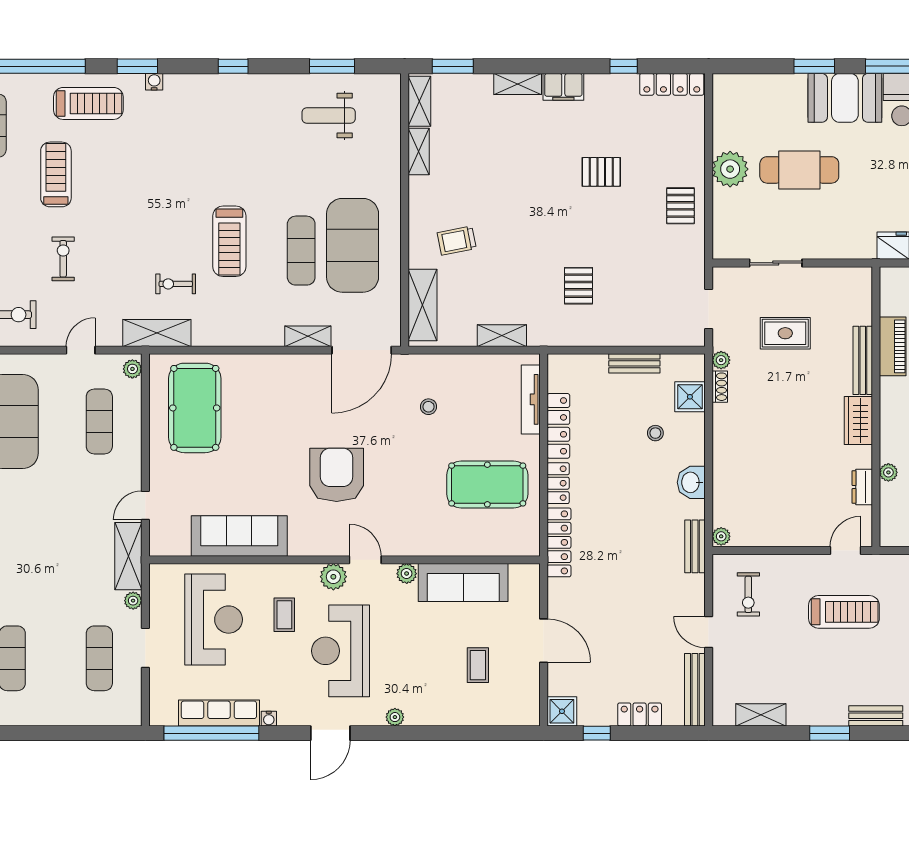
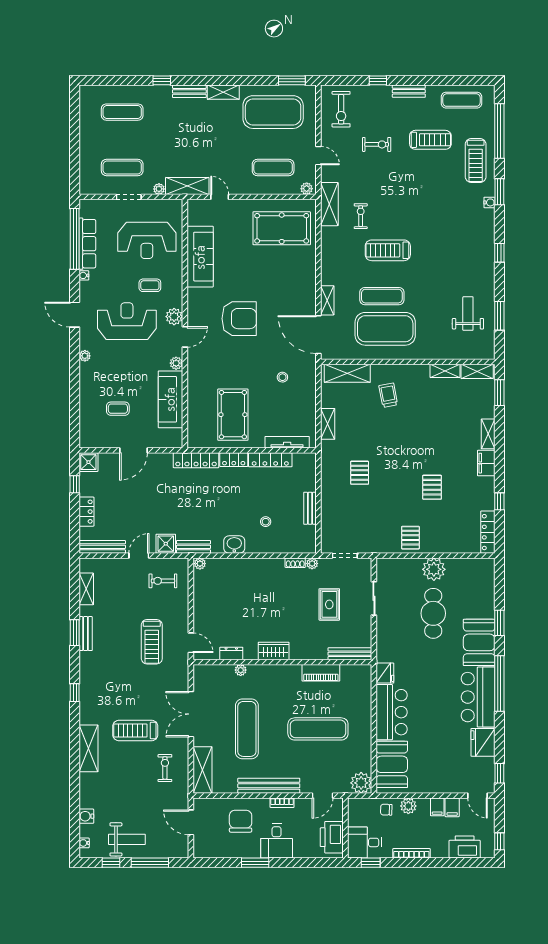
pallet: (680, 206) -> (410, 538), turned 90
pallet: (579, 286) -> (360, 473), turned 90
bench: (863, 360) -> (350, 654), moved
shower: (690, 397) -> (166, 544), moved
bench: (876, 716) -> (86, 634), moved

